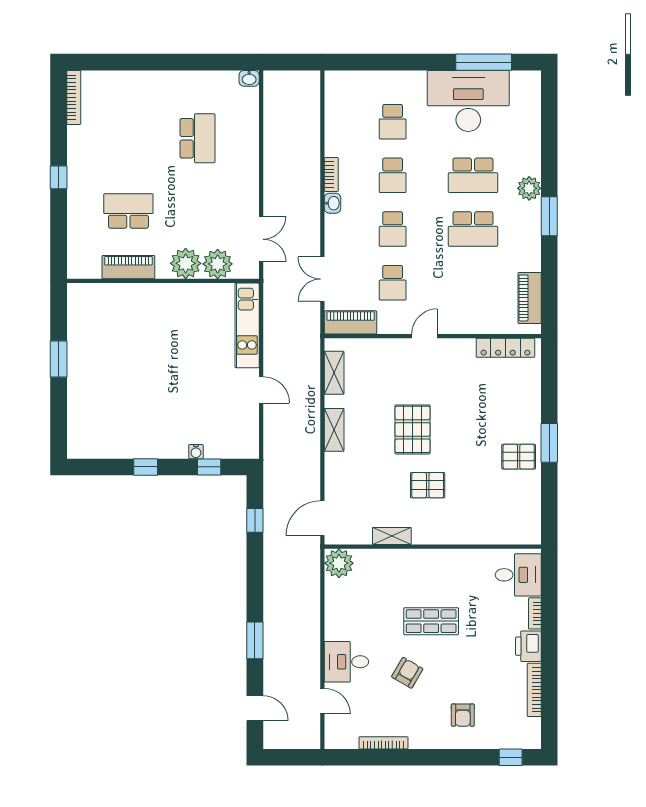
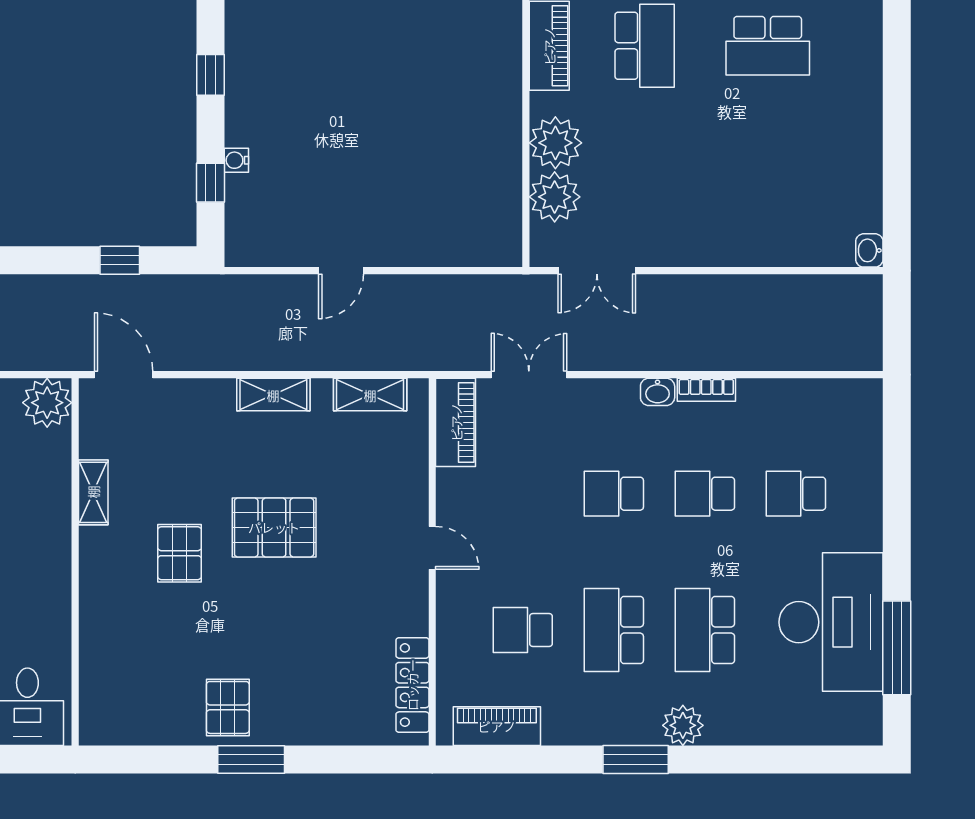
school desk: (197, 138) -> (768, 46), moved
school desk: (393, 283) -> (523, 630), moved
kitchen unit: (247, 325) -> (450, 247), removed

